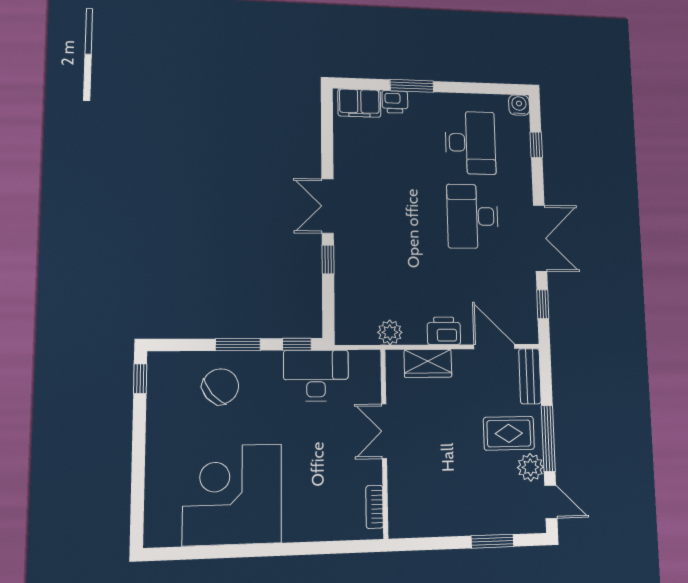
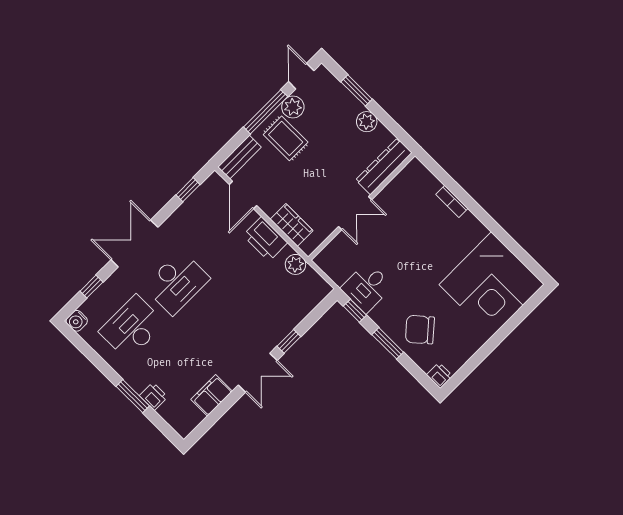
filing cabinet: (359, 103) -> (212, 395), moved, turned -90
double door: (540, 238) -> (134, 243), moved
printer: (444, 331) -> (265, 239), width x1.37, depth x1.19
printer: (160, 363) -> (440, 375), added
desk: (316, 376) -> (367, 287), width x0.73
window: (140, 379) -> (458, 377), removed
corner desk: (232, 494) -> (492, 284), moved
dresser: (401, 499) -> (384, 166), added
bookcase: (375, 507) -> (452, 201), moved, turned 90
plant: (456, 523) -> (367, 122), added

